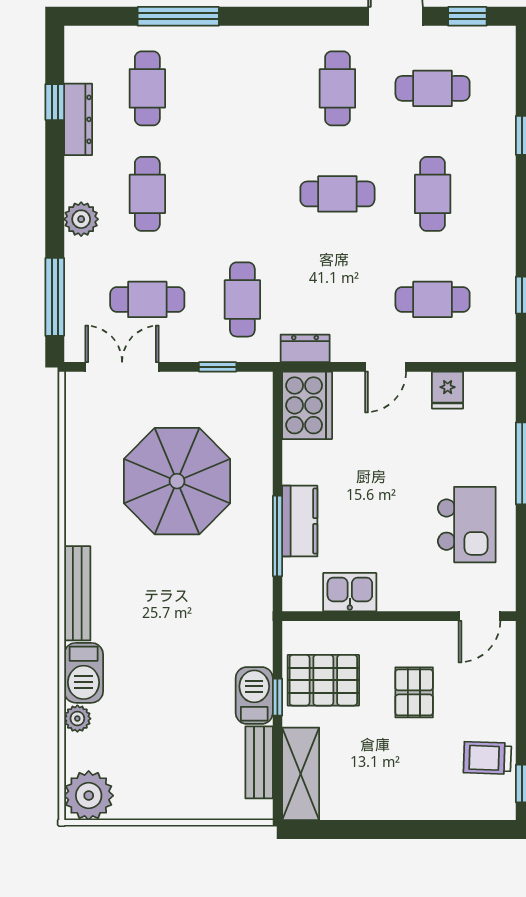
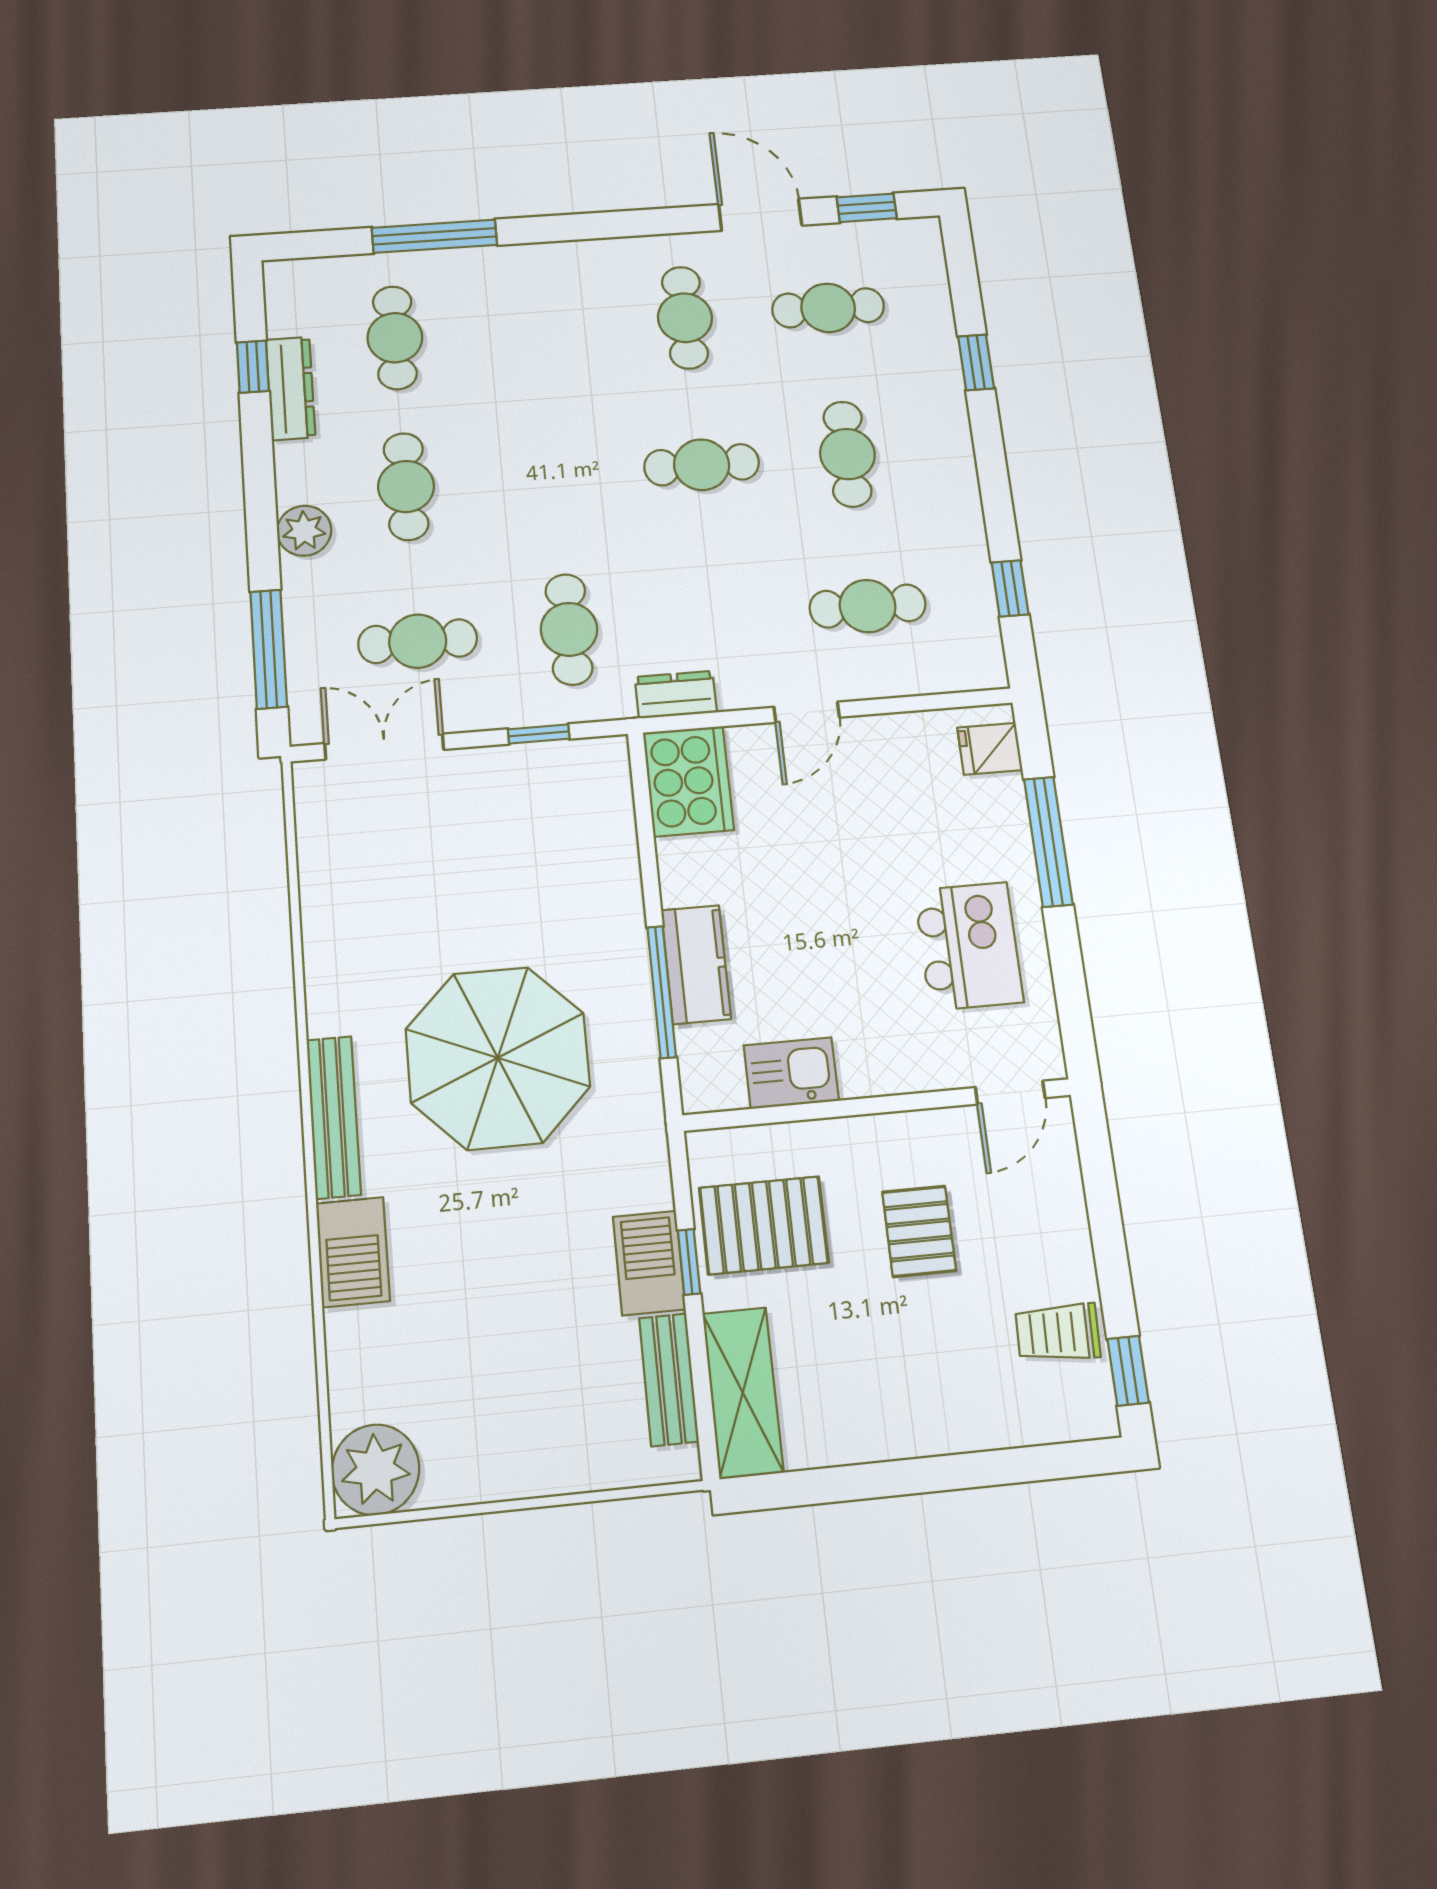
fridge: (448, 390) -> (990, 749), moved, turned 90
parasol: (177, 481) -> (498, 1058), moved
plant: (77, 719) -> (347, 1333), removed

